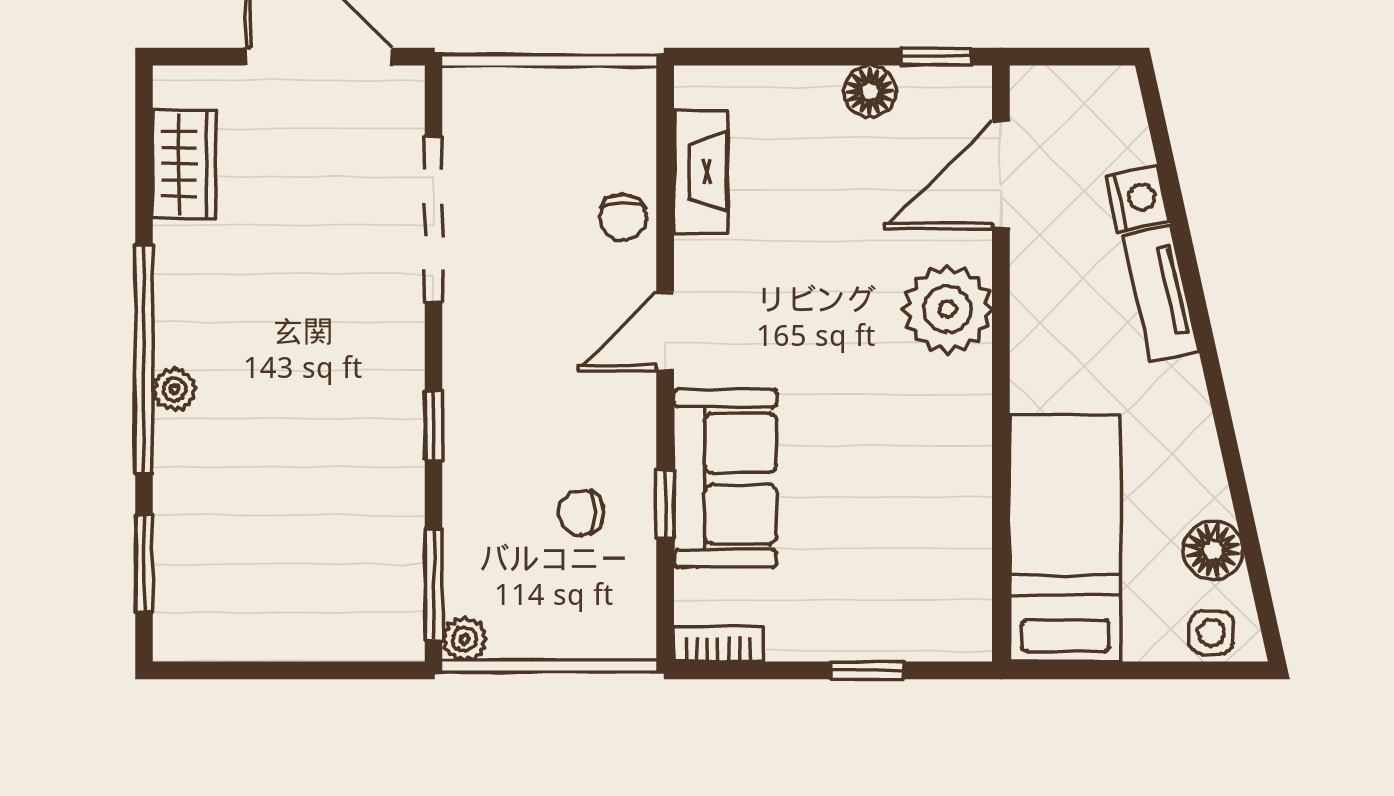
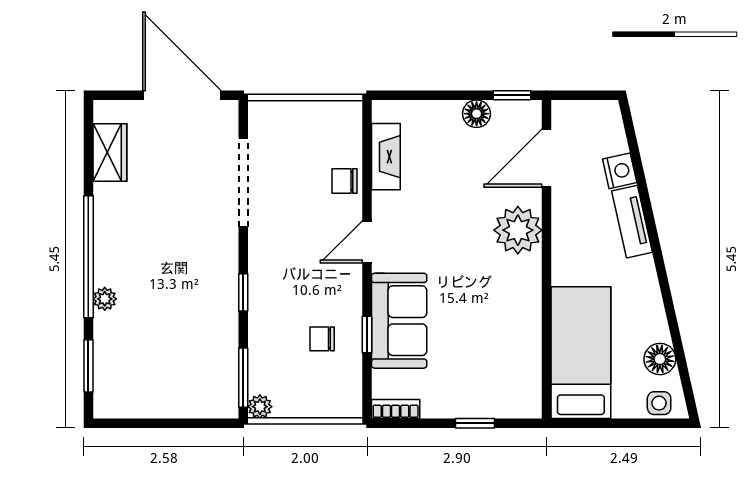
chair: (623, 217) -> (345, 181), turned 90
plant: (174, 389) -> (105, 299), moved

